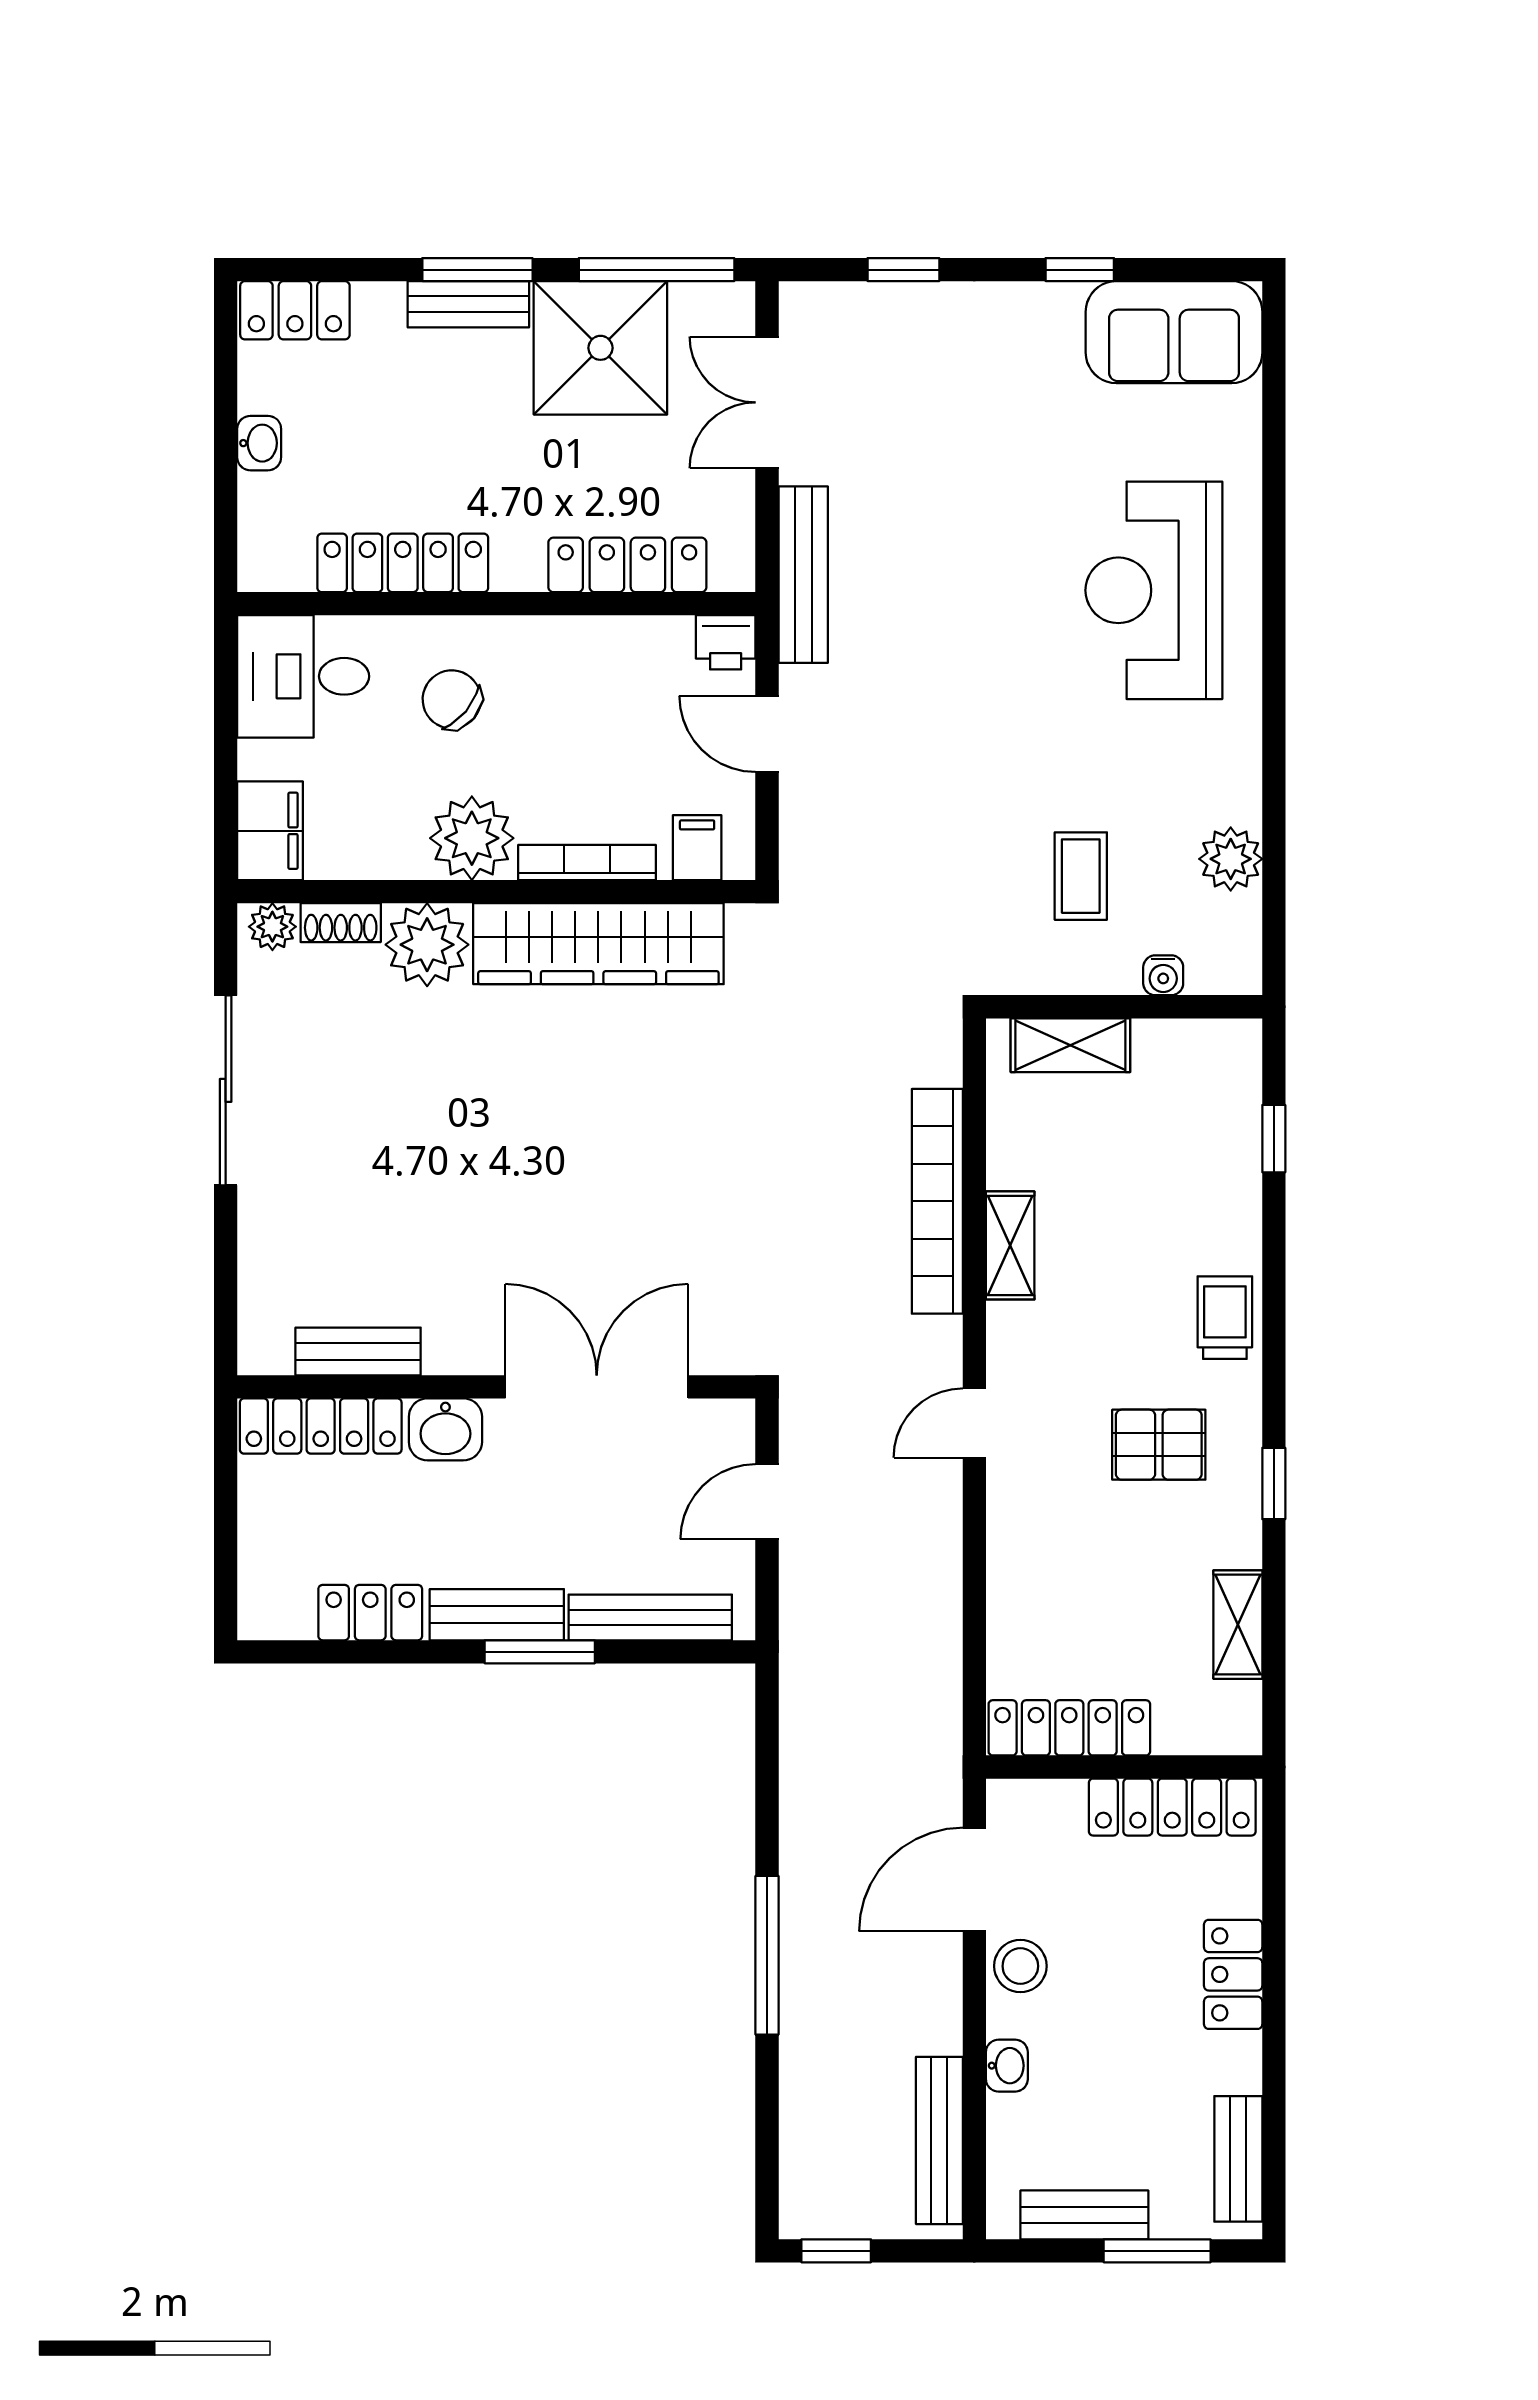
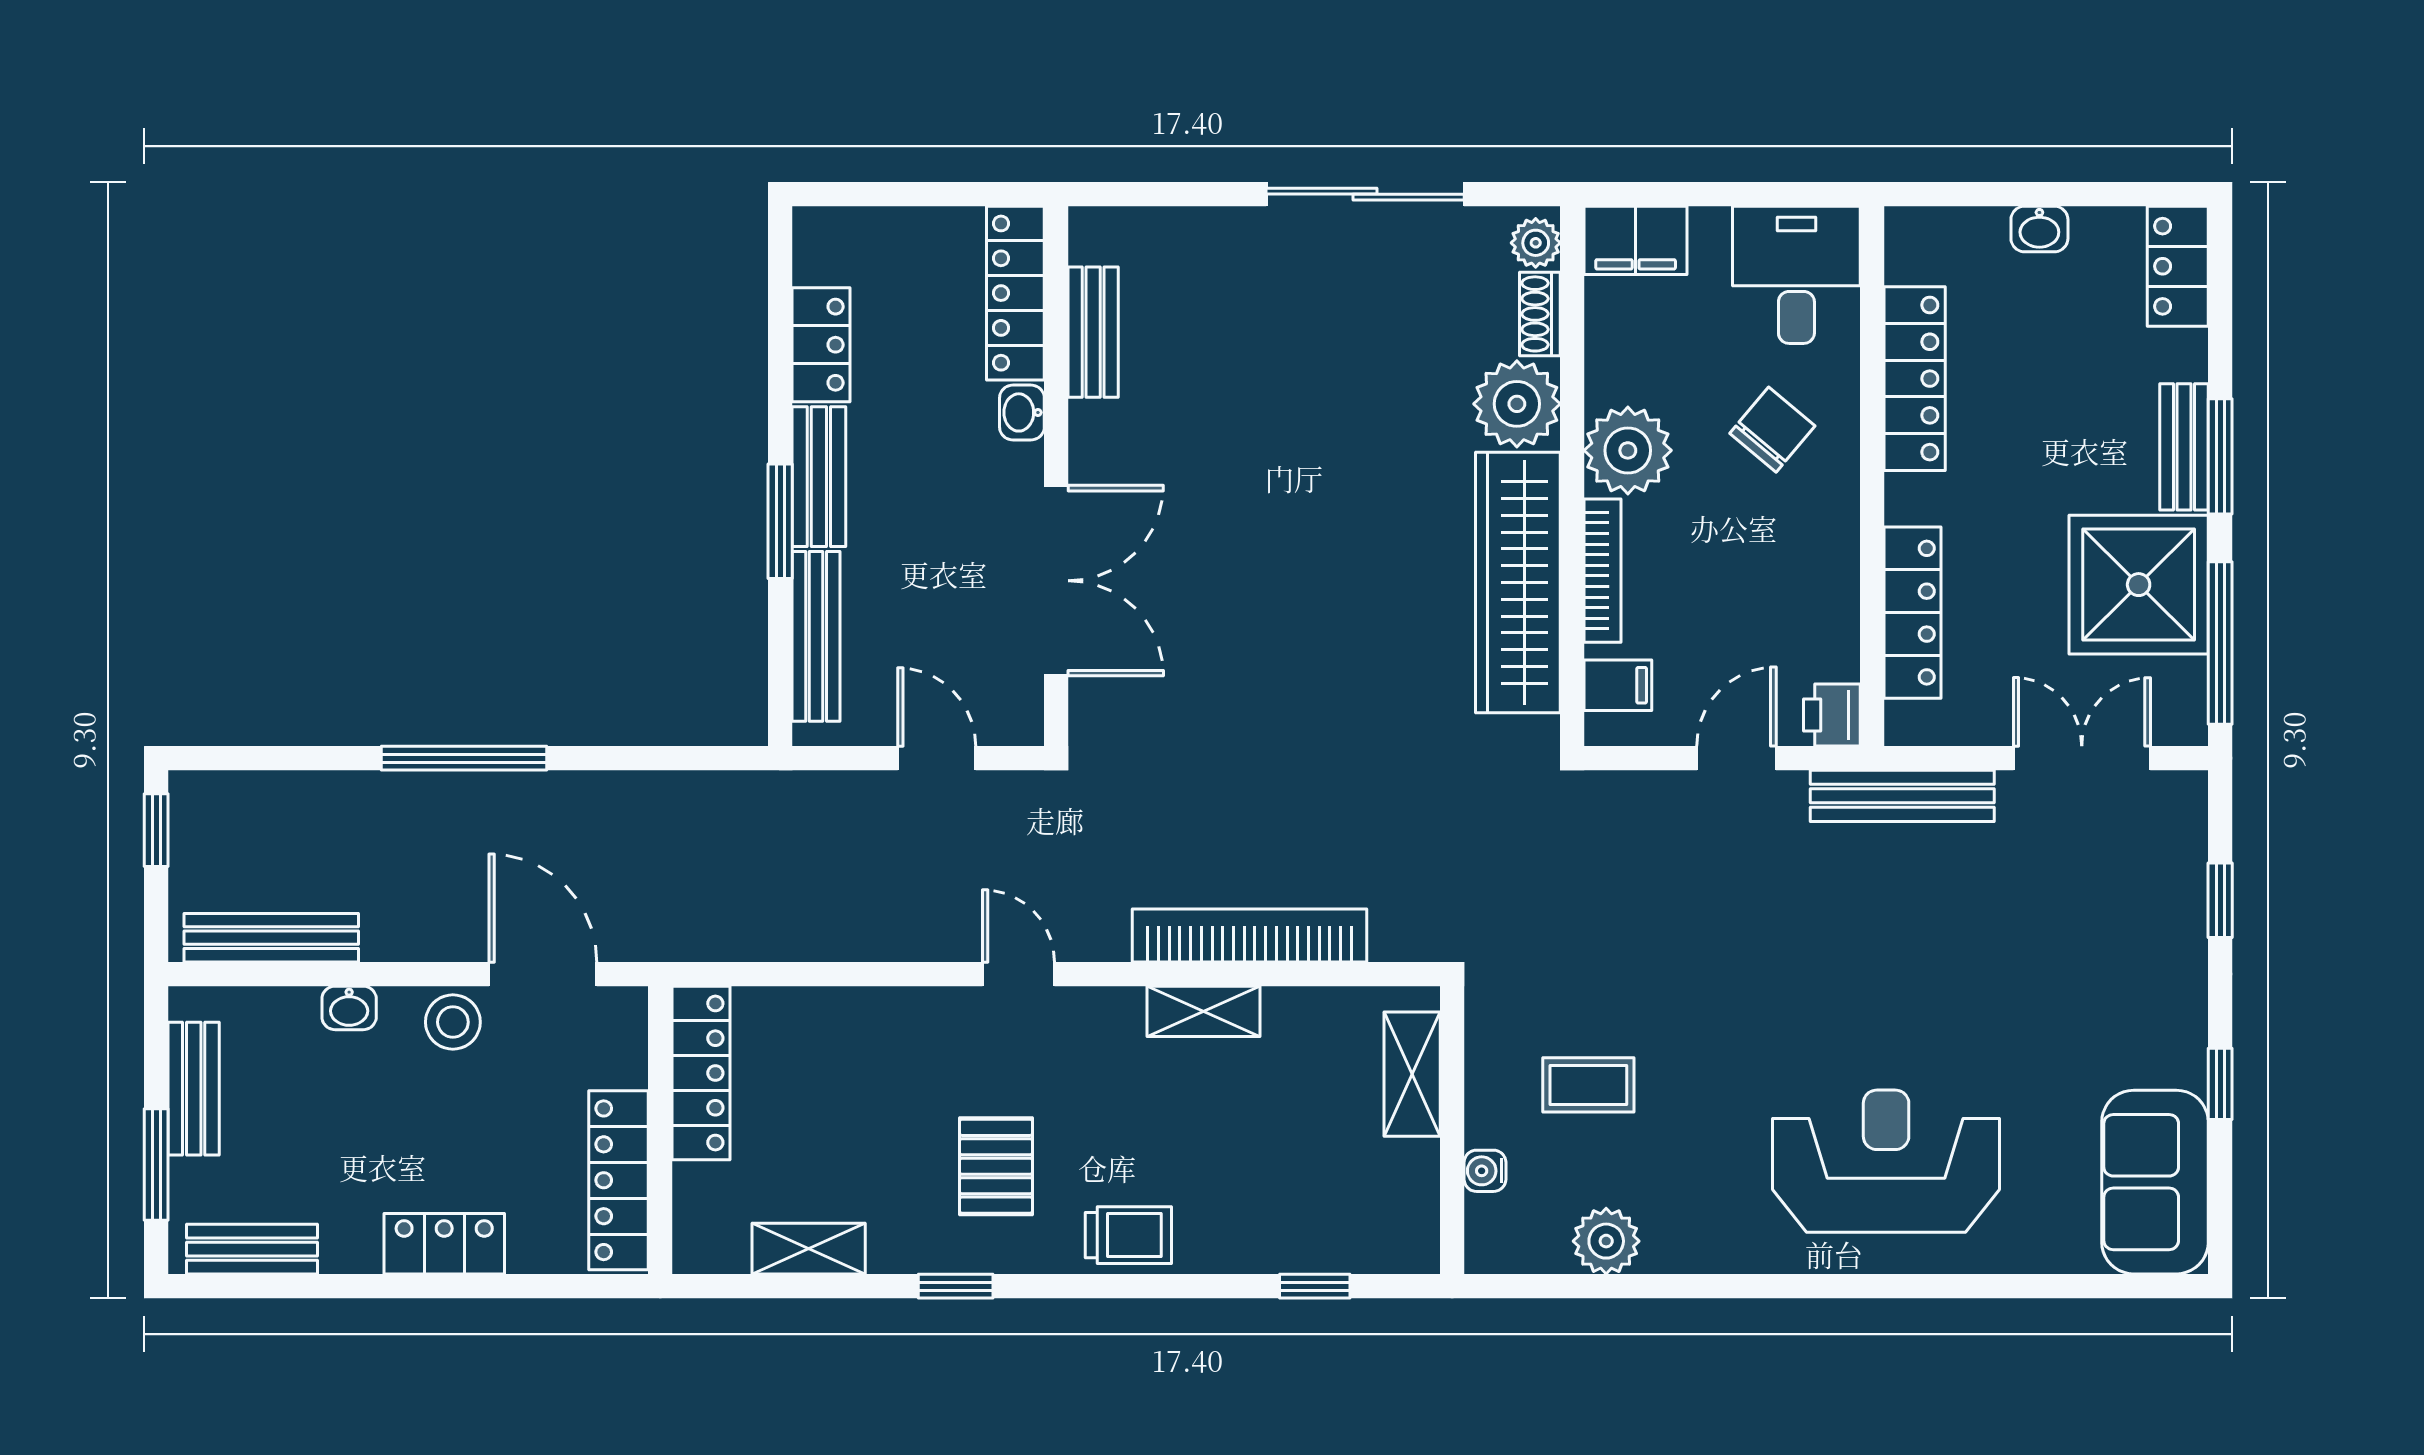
washbasin: (445, 1429) -> (1022, 412), width x0.72, depth x0.69

